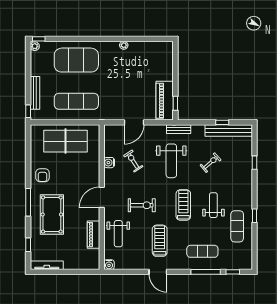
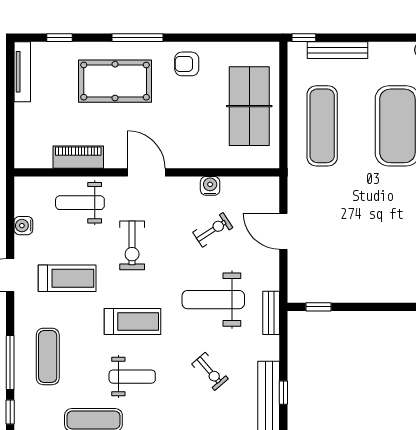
piano: (165, 101) -> (323, 287), removed
water cooler: (109, 265) -> (23, 226), moved

